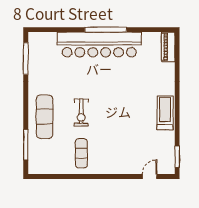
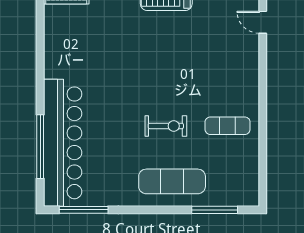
window: (106, 30) -> (40, 147), moved
bar counter: (99, 45) -> (63, 143), moved

